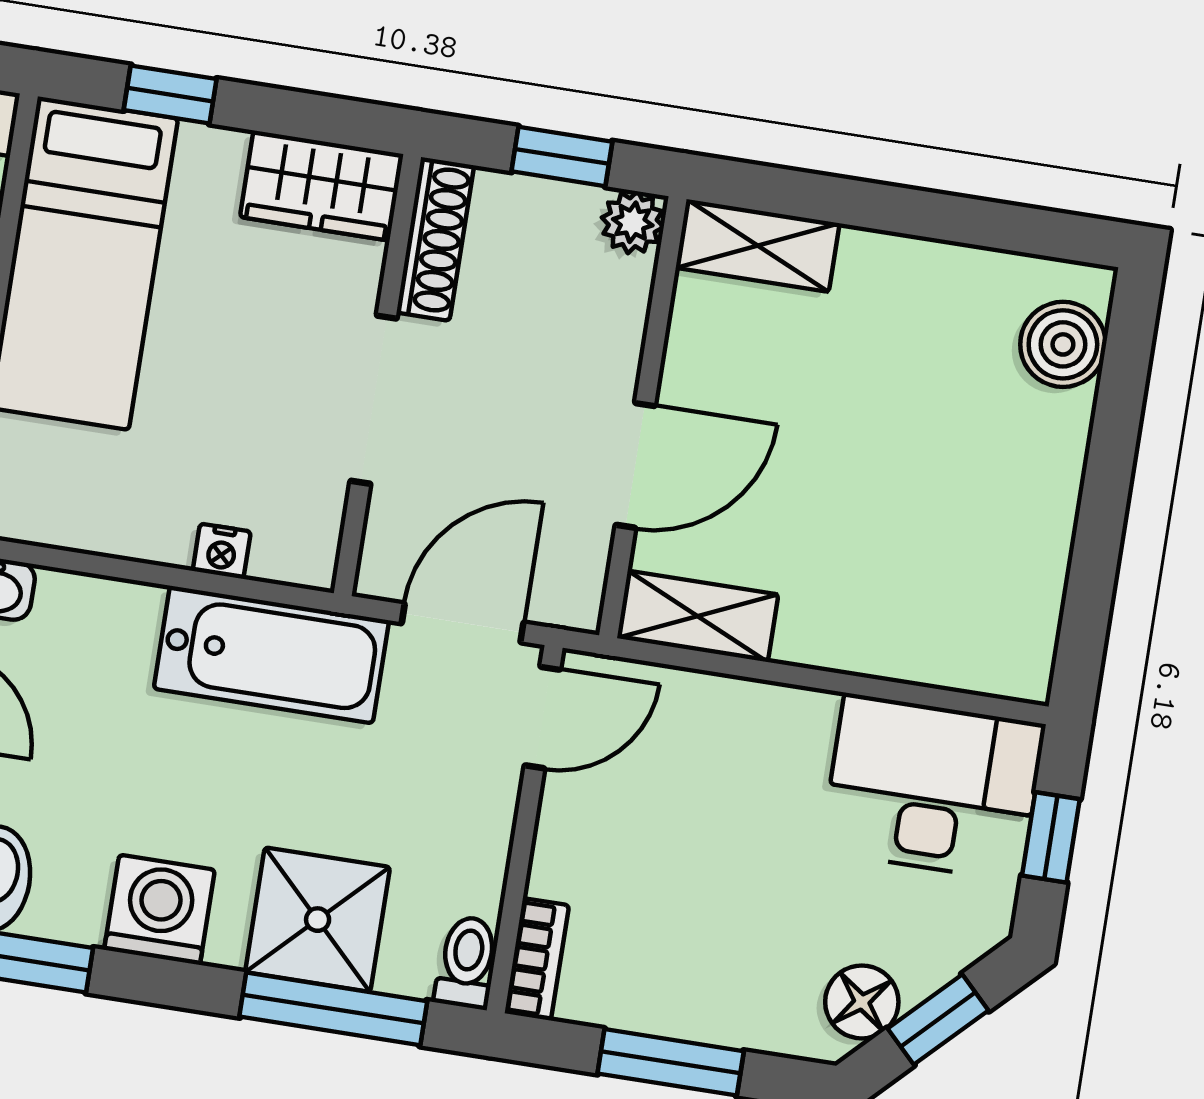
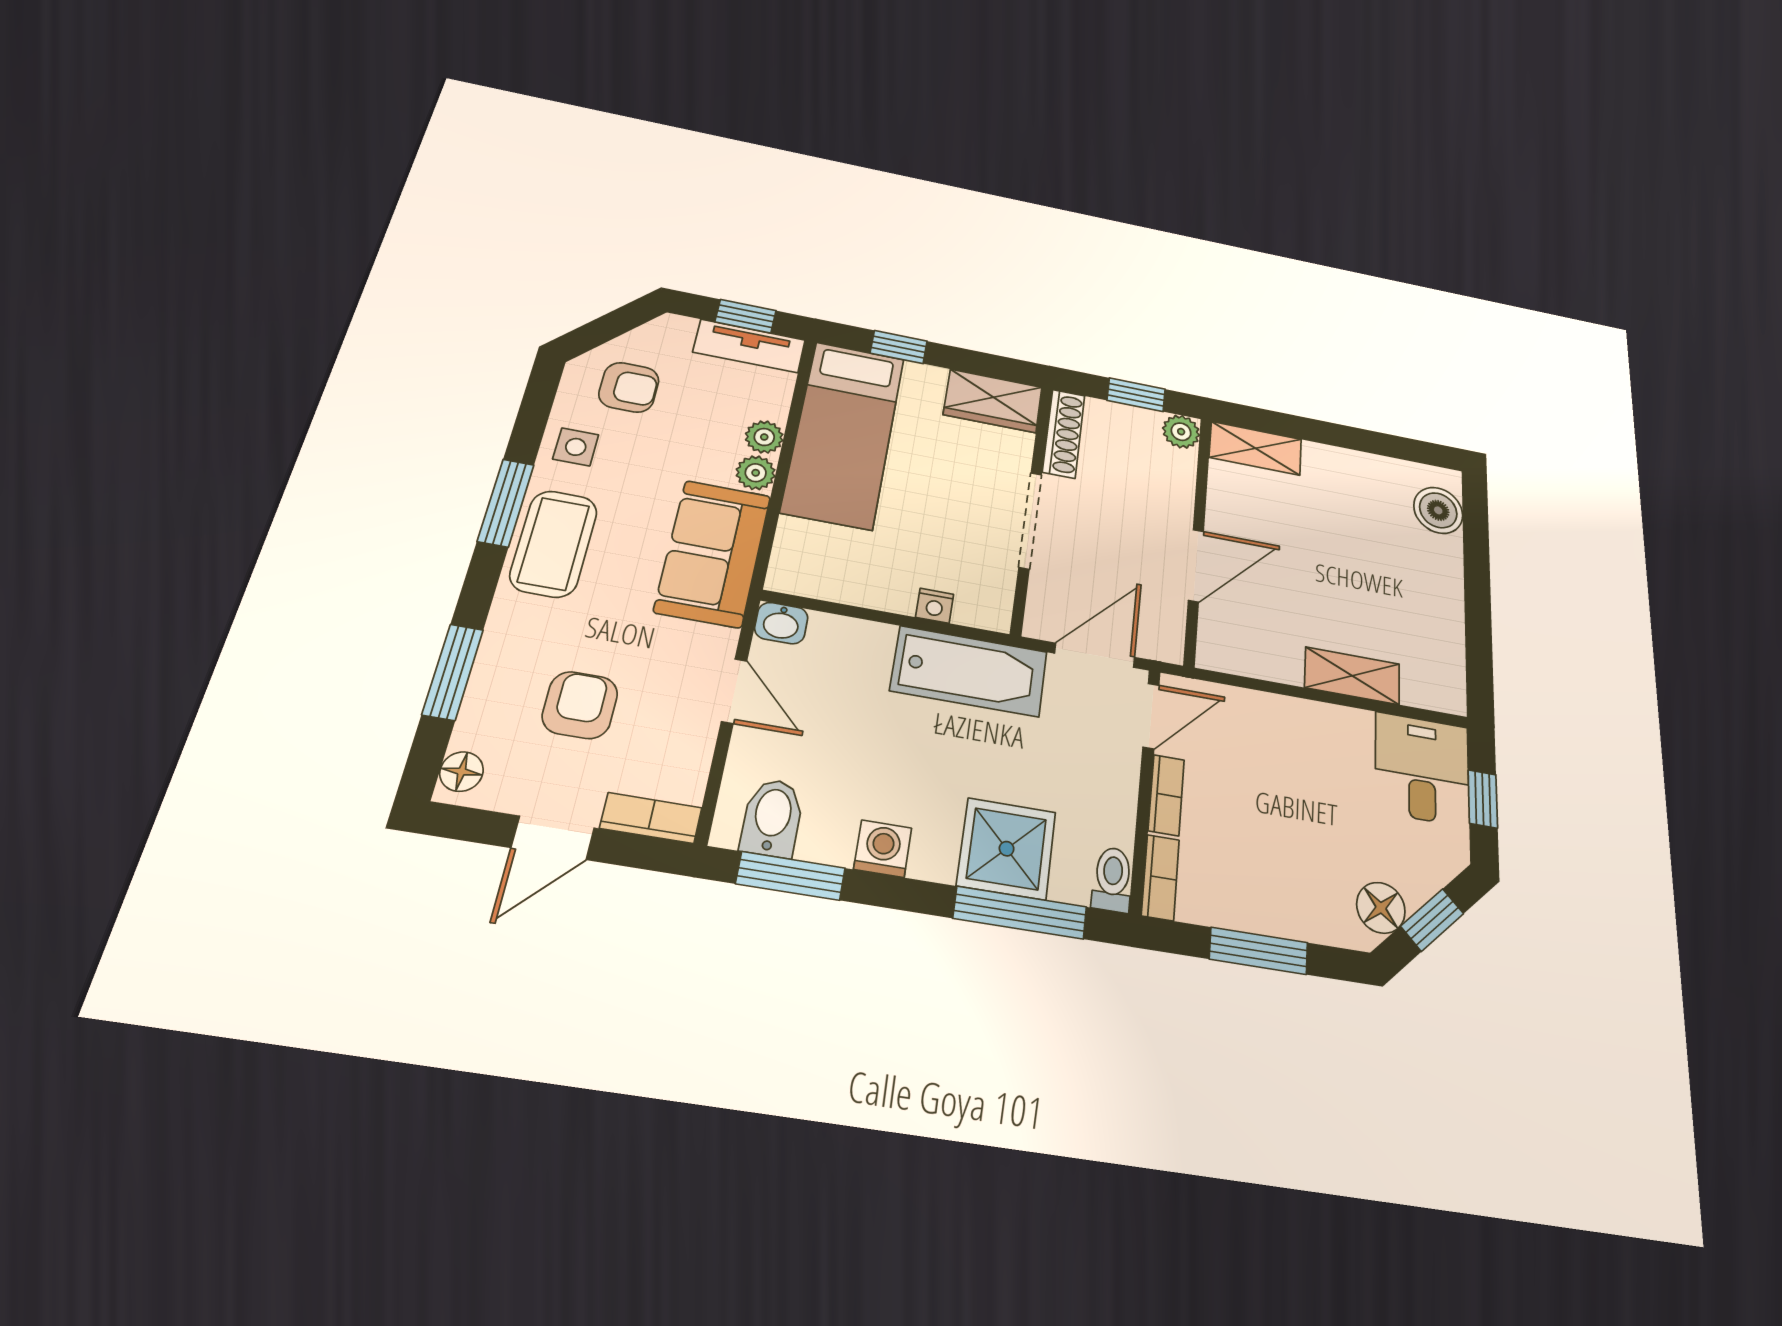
shelving: (698, 616) -> (1352, 676), moved
desk: (933, 788) -> (1422, 769), width x0.73
bookcase: (556, 839) -> (1166, 795), added
washing machine: (160, 910) -> (883, 849), width x0.73, depth x0.73

